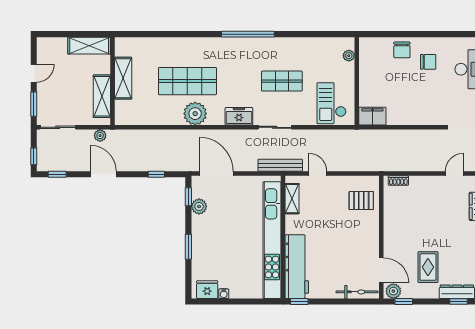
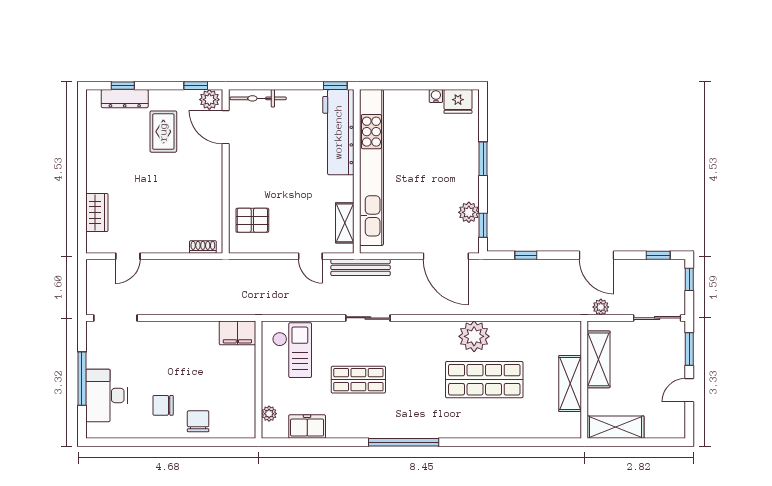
freezer: (239, 116) -> (307, 427), moved, turned 180

